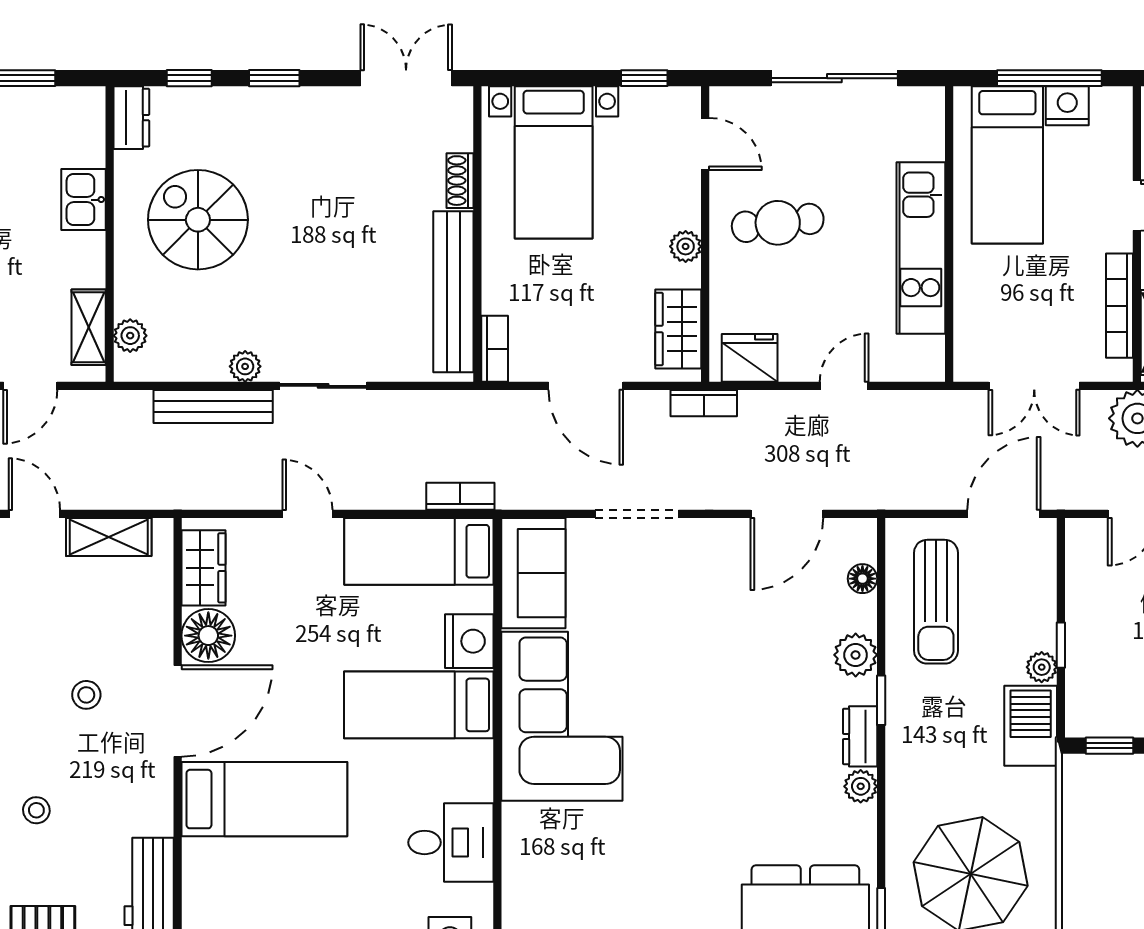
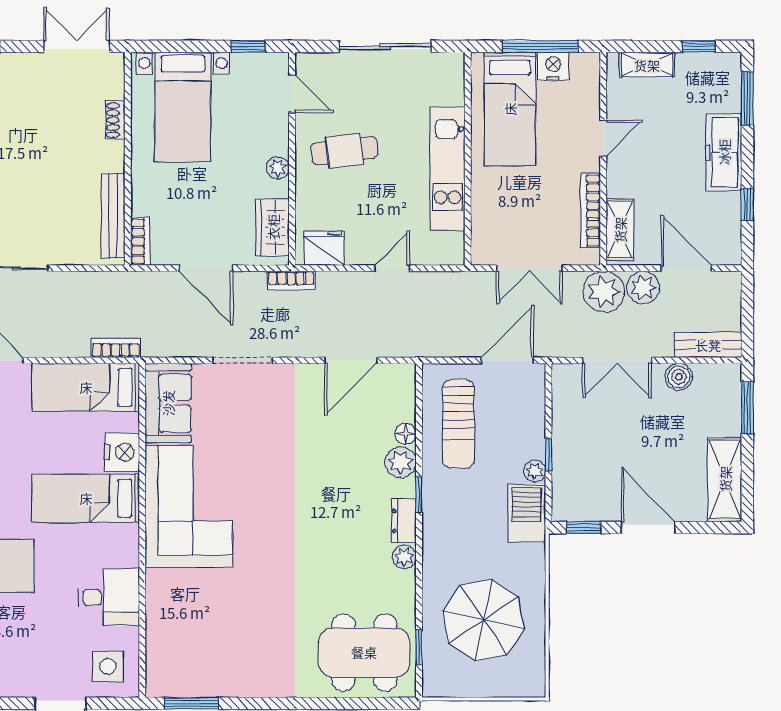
bench: (453, 292) -> (113, 216), width x0.73, depth x0.82
floor lamp: (862, 579) -> (405, 434), moved

